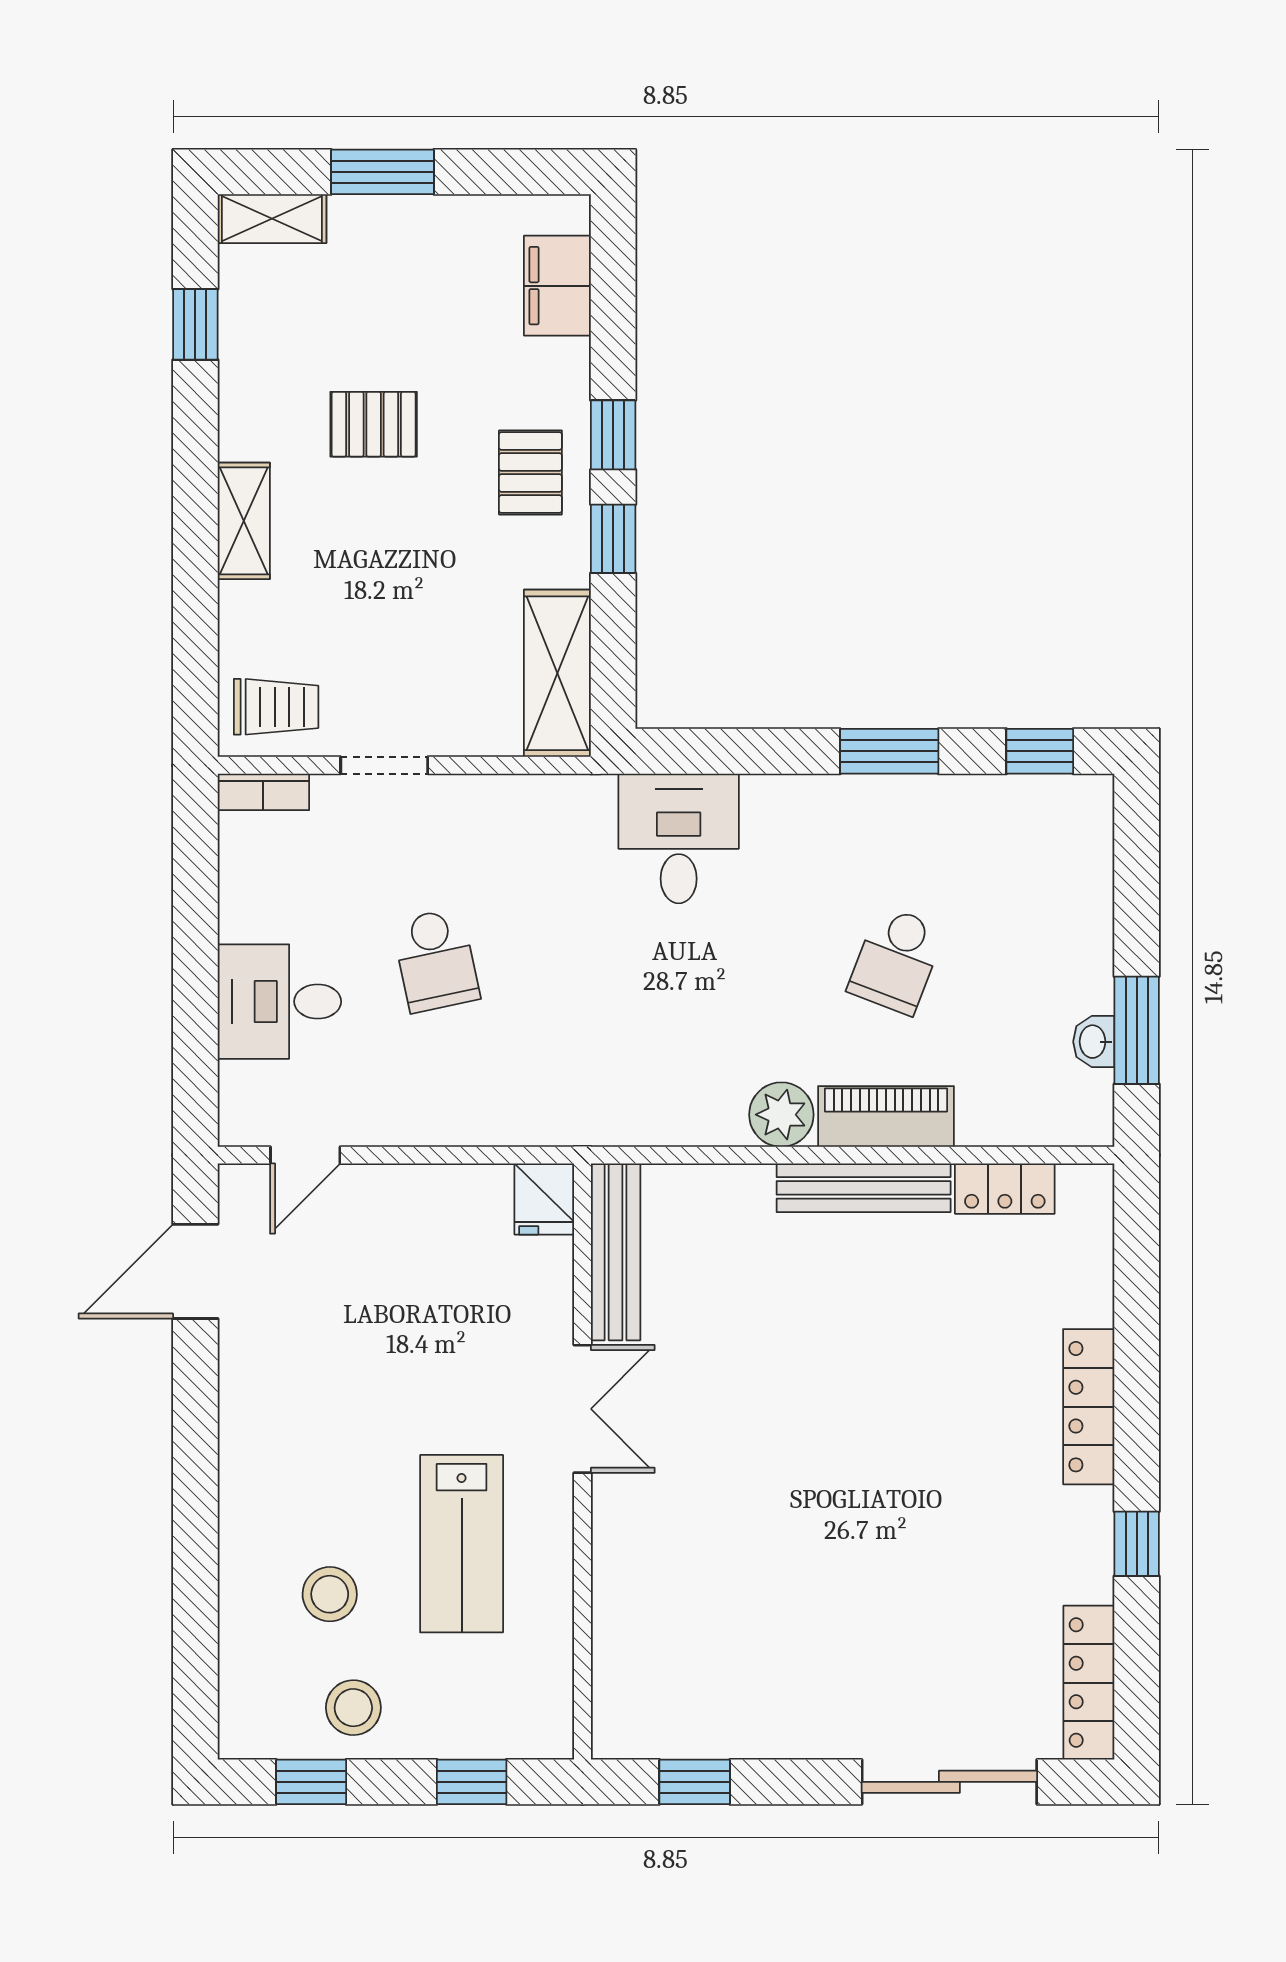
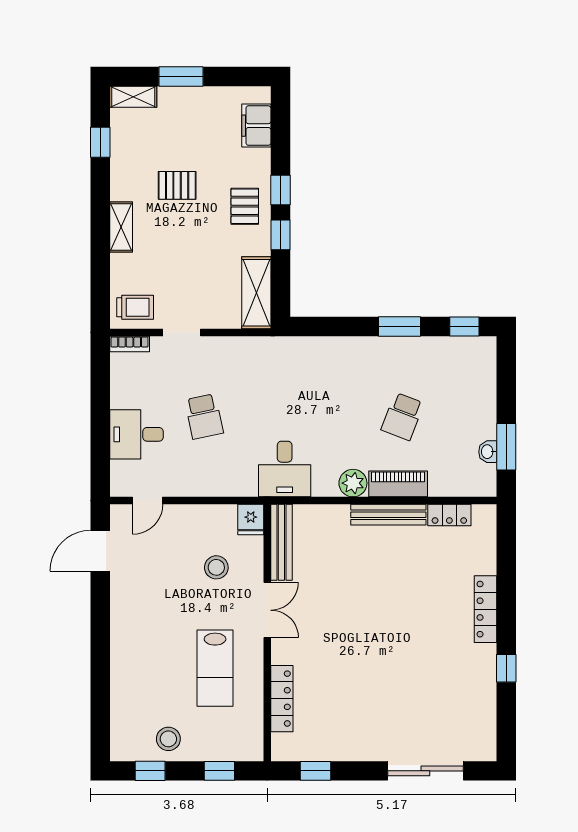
desk: (679, 838) -> (285, 469), moved, turned 180
stool: (330, 1594) -> (216, 567), moved
locker: (1089, 1683) -> (282, 699), moved, turned 180

